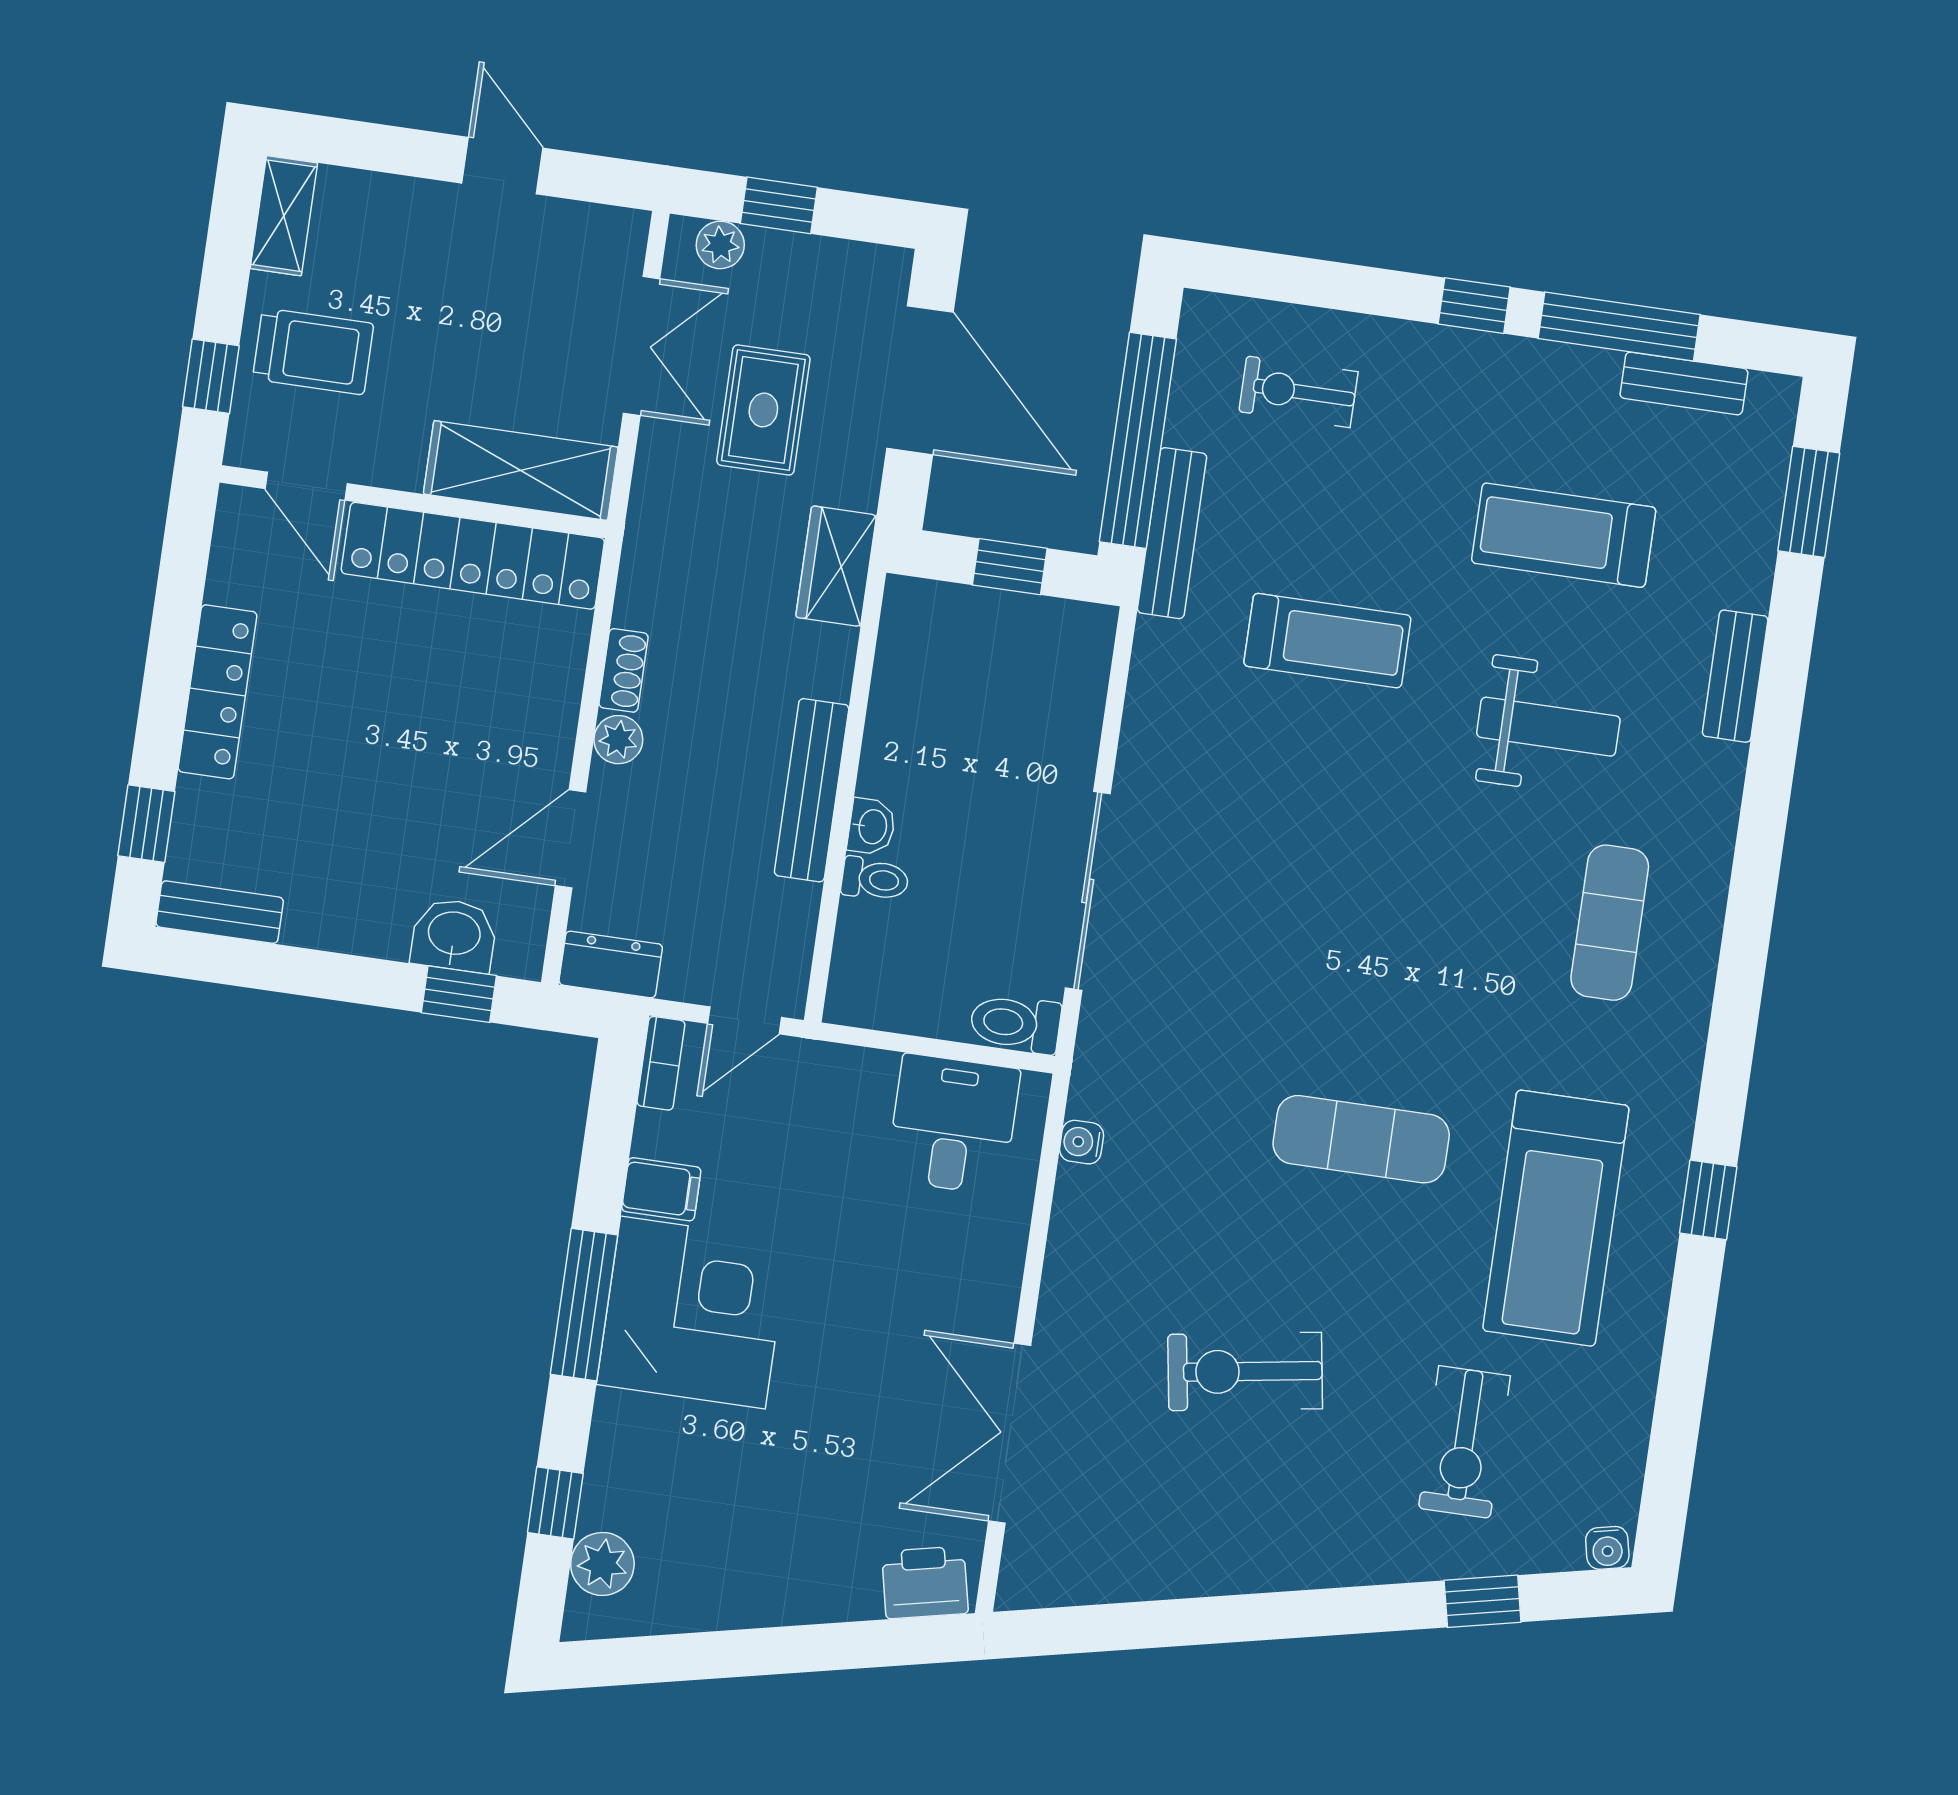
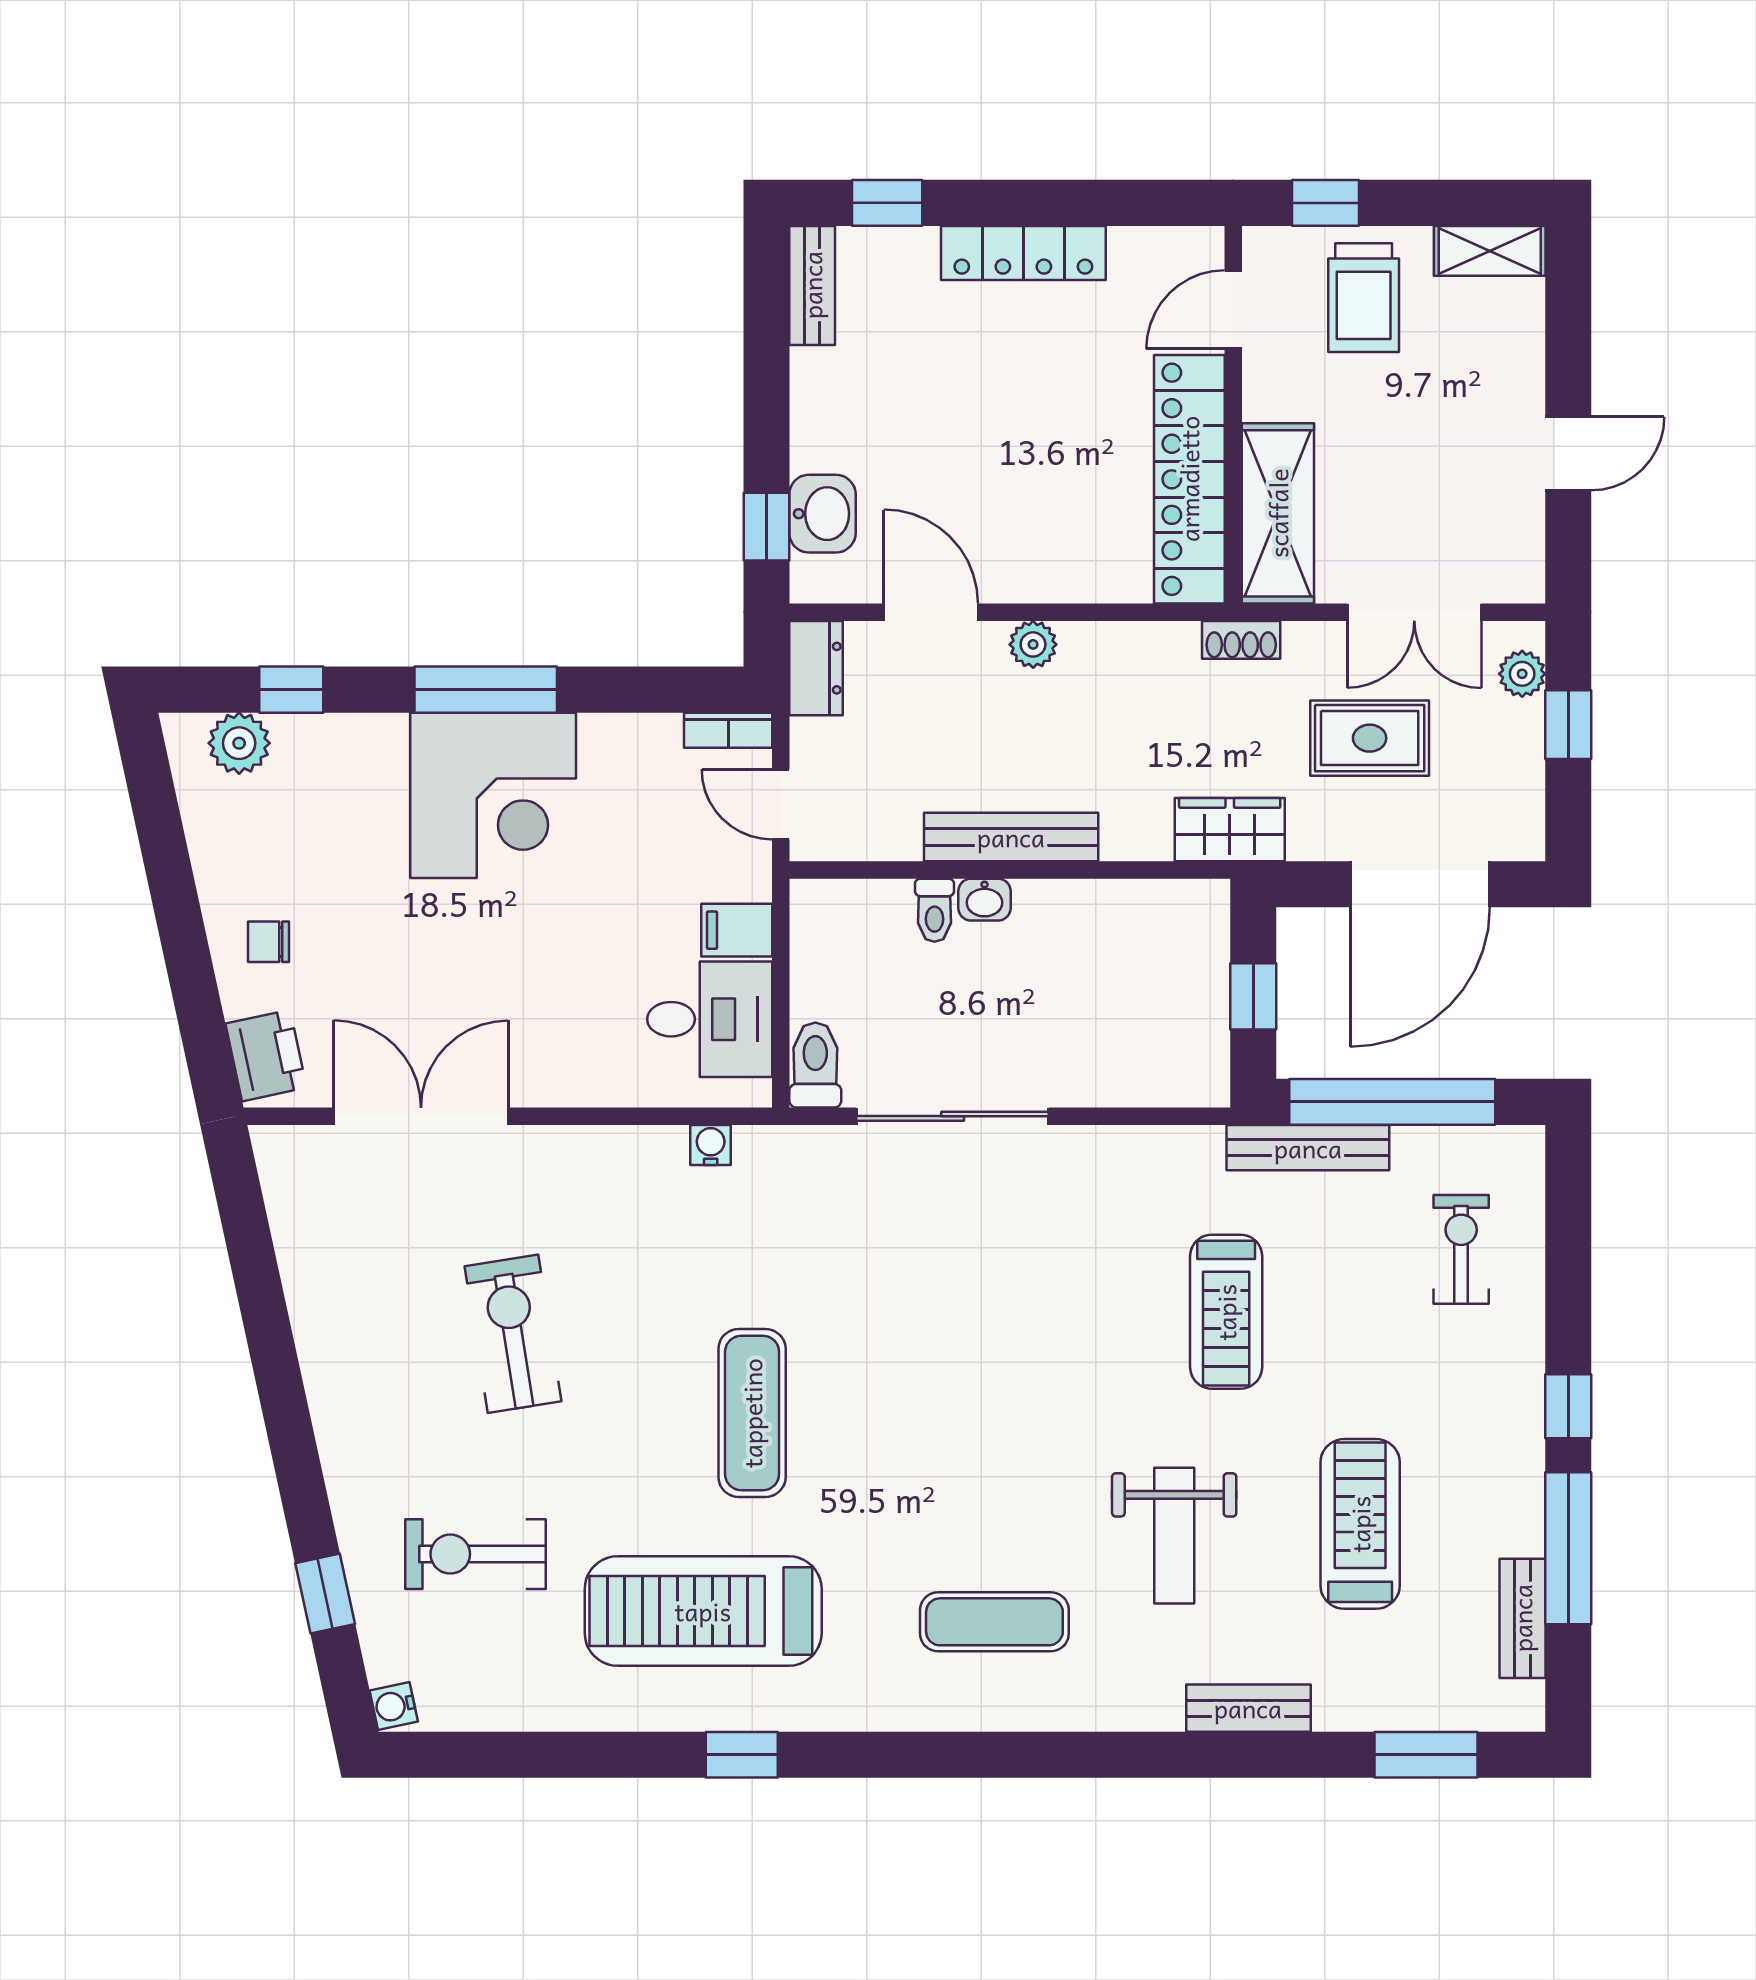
shoe rack: (624, 670) -> (1241, 640), moved
filing cabinet: (661, 1189) -> (737, 930), moved, turned 90
chair: (809, 1563) -> (269, 942), added

